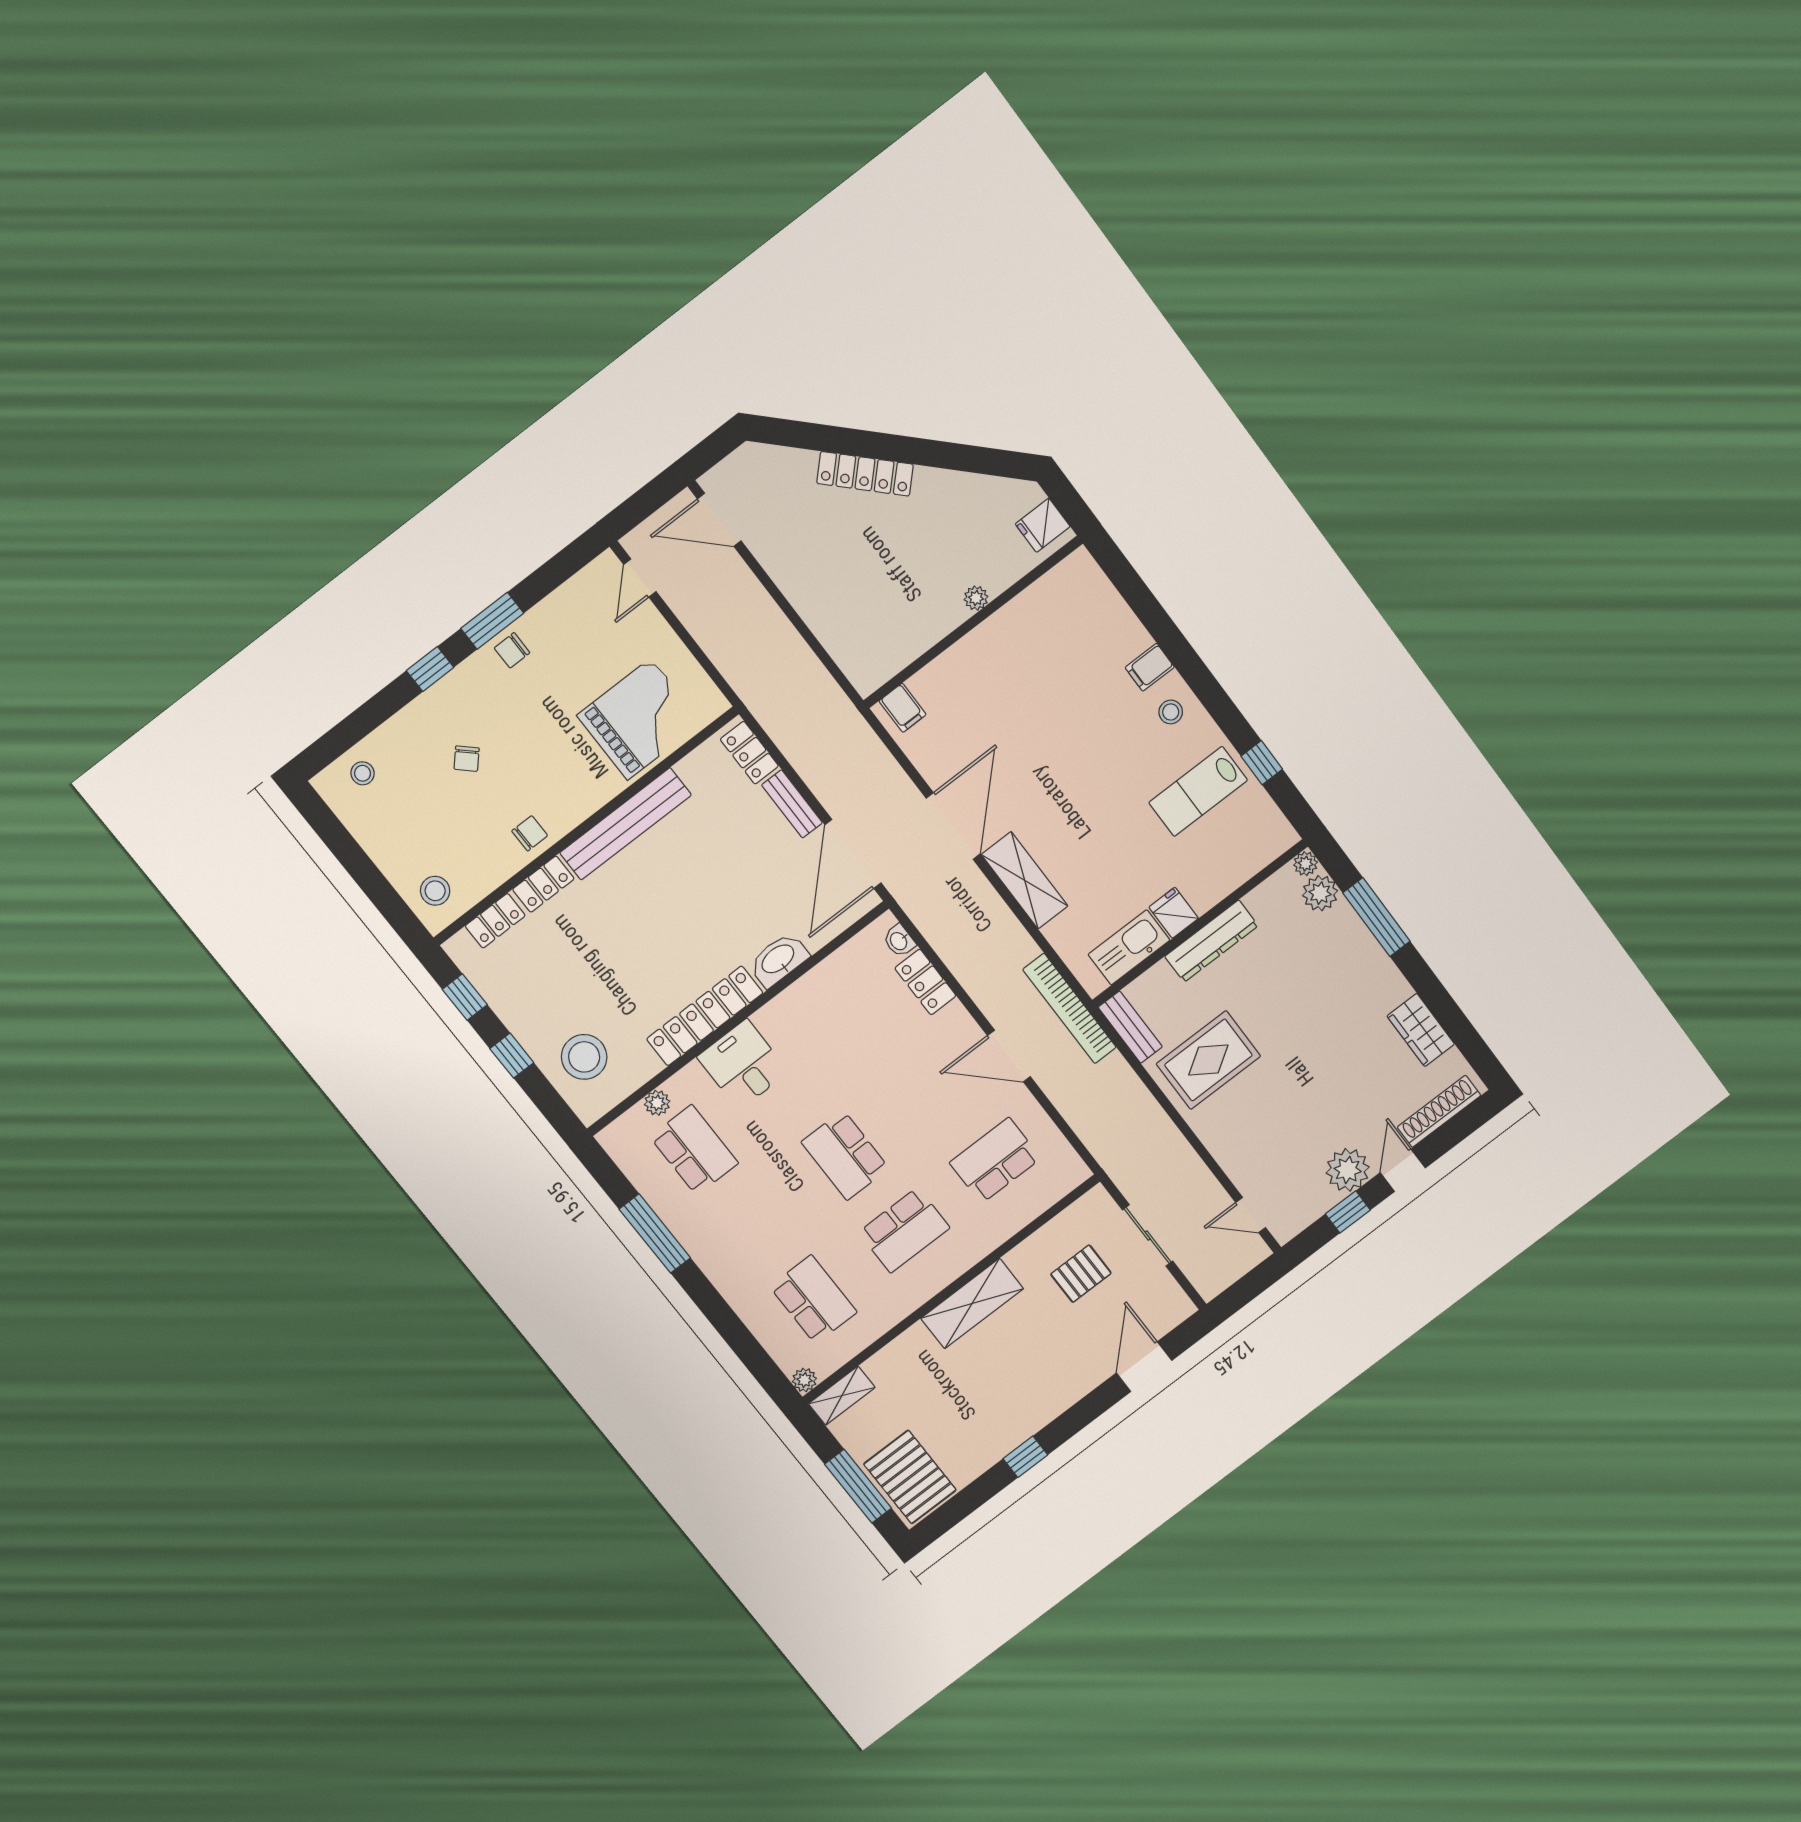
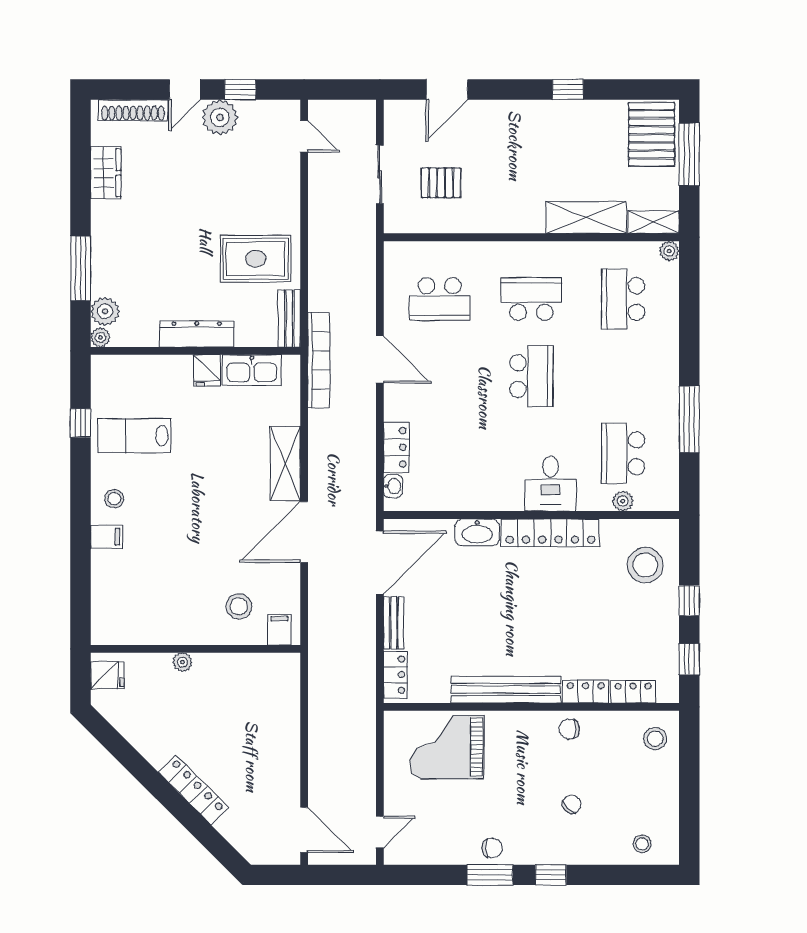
stool: (962, 700) -> (239, 606), added
lab bench: (1198, 791) -> (134, 436), turned 180
shelving: (972, 1304) -> (586, 217), moved

